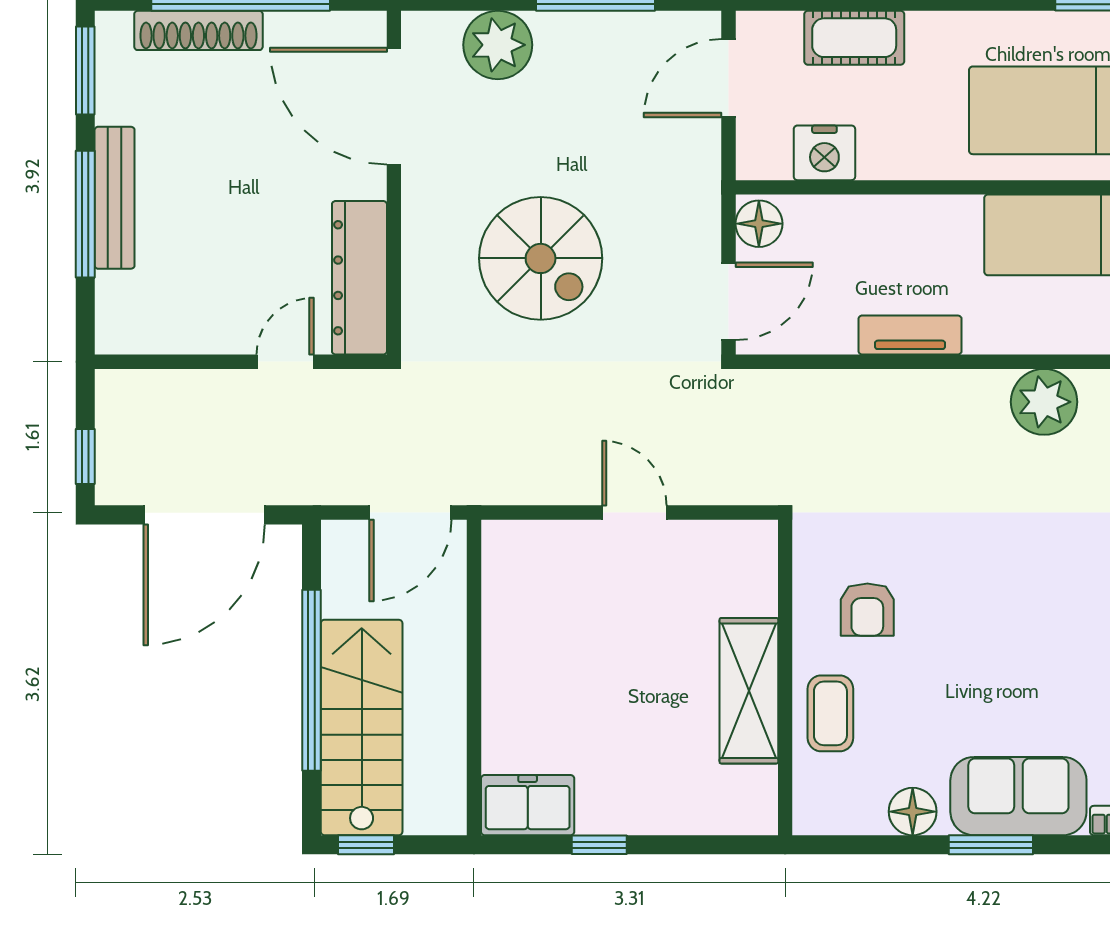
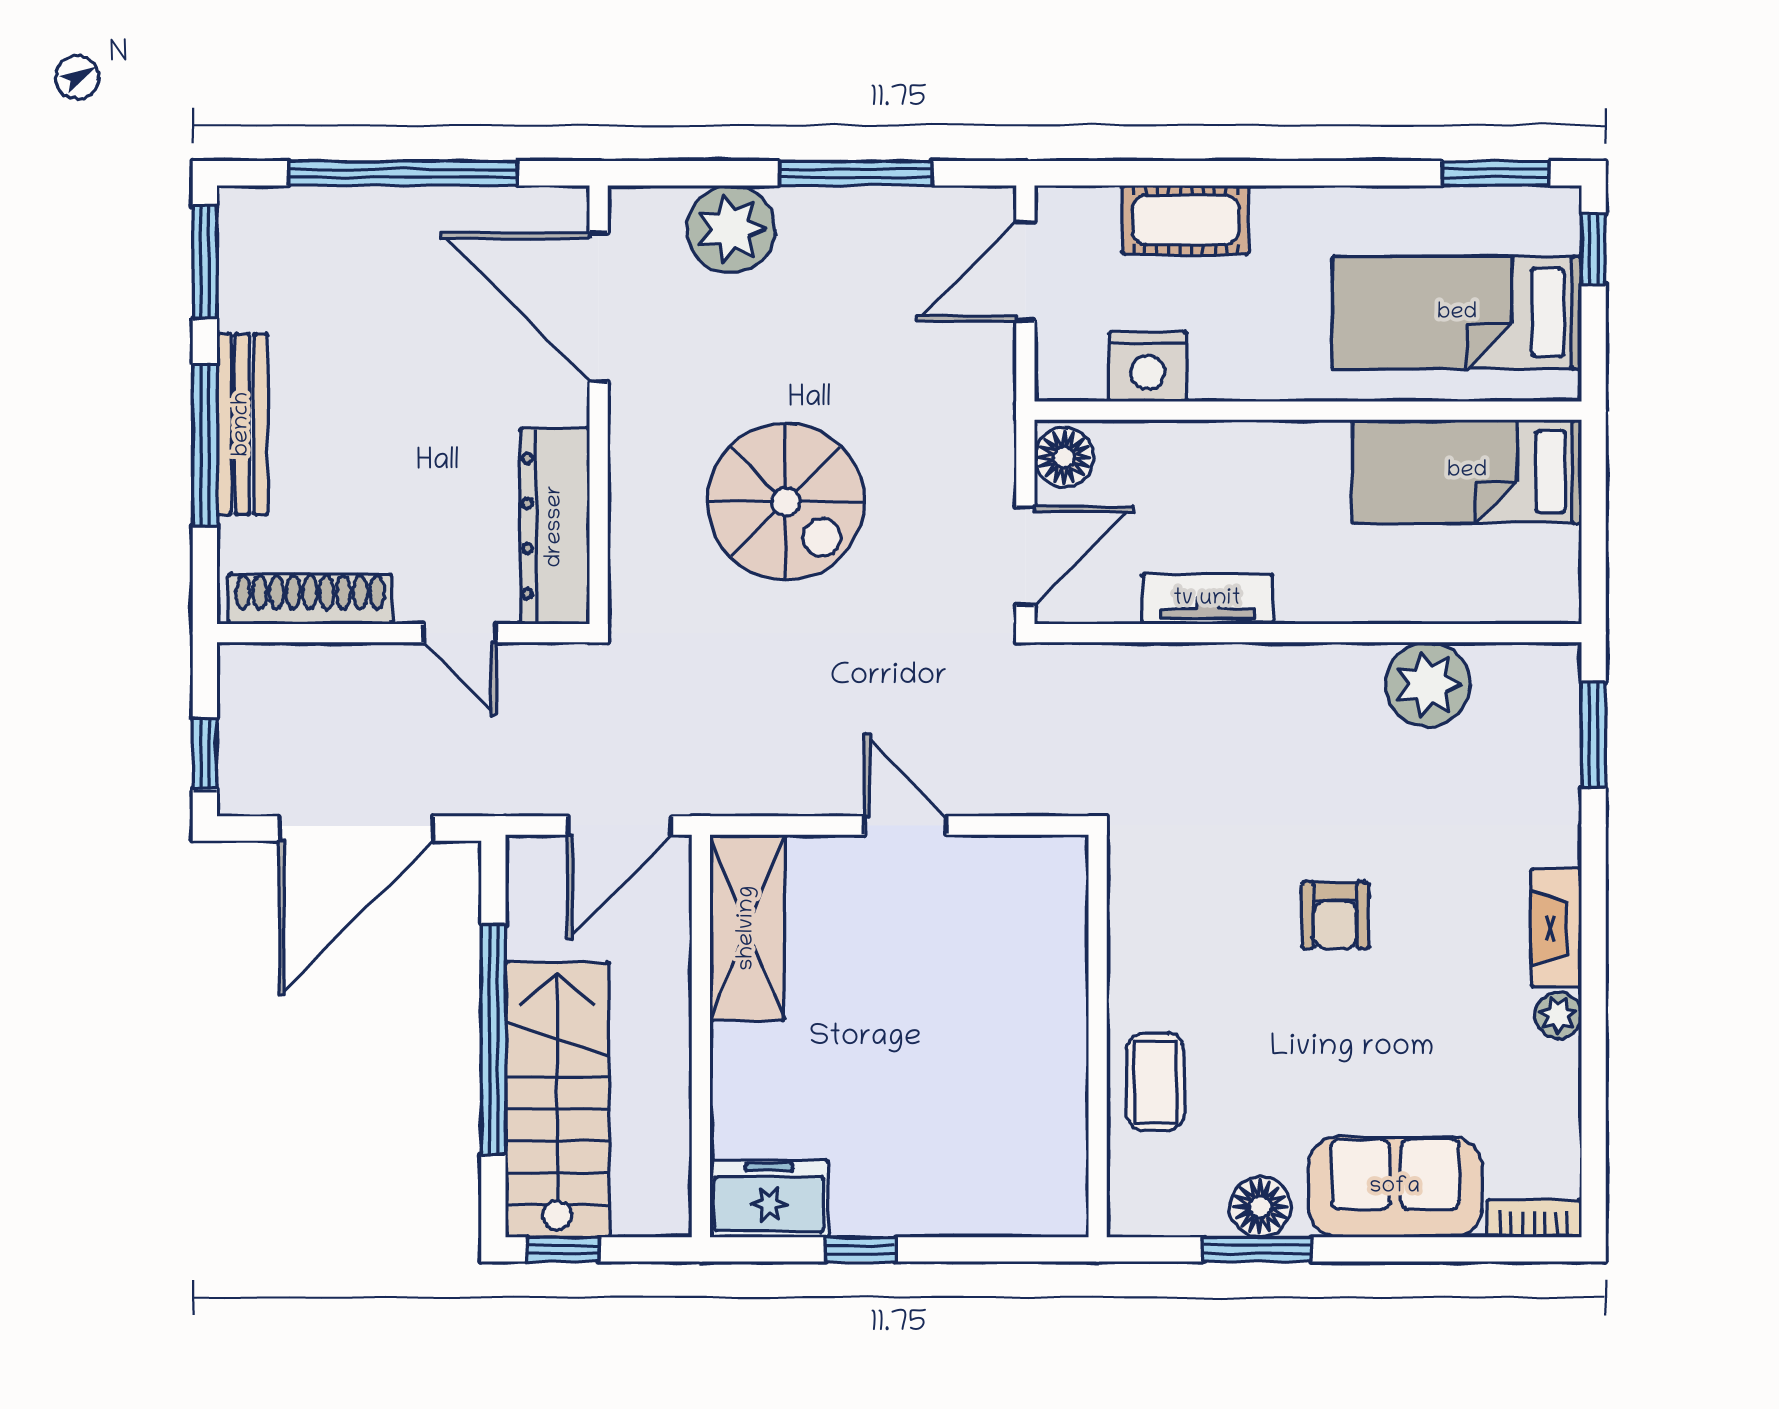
shoe rack: (198, 30) -> (310, 599), moved, turned 180
tv unit: (910, 335) -> (1207, 599), moved
door: (285, 362) -> (460, 633), swing flipped
armchair: (867, 610) -> (1335, 915), moved
shelving: (749, 691) -> (747, 928), moved
window: (991, 845) -> (1258, 1249), moved

